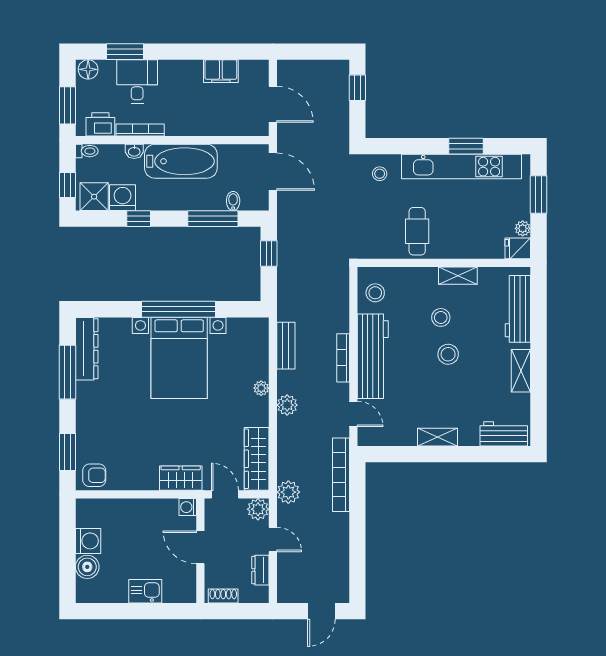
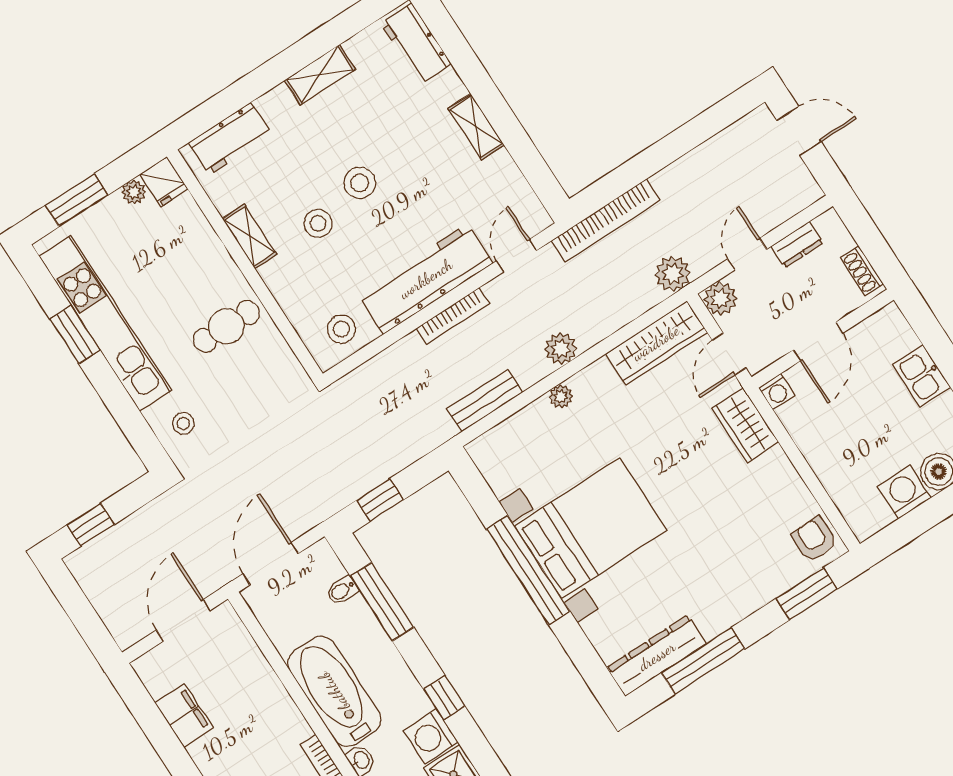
workbench: (518, 309) -> (230, 138), width x0.73

